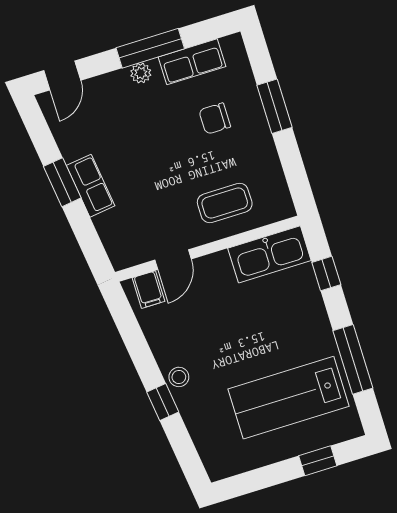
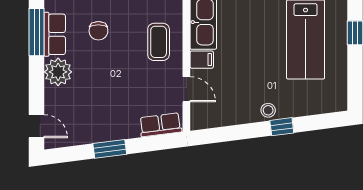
window: (150, 48) -> (37, 32), moved
plant: (141, 73) -> (58, 72), width x1.87, depth x1.87
row of seats: (90, 186) -> (160, 125), moved
filing cabinet: (148, 290) -> (202, 60), moved

